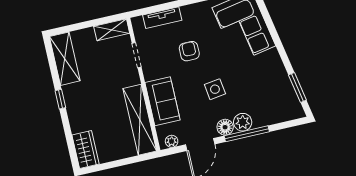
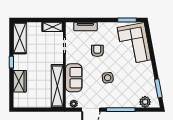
plant: (243, 122) -> (145, 102), moved
floor lamp: (225, 127) -> (109, 102), removed
wardrobe: (86, 150) -> (20, 81), moved

